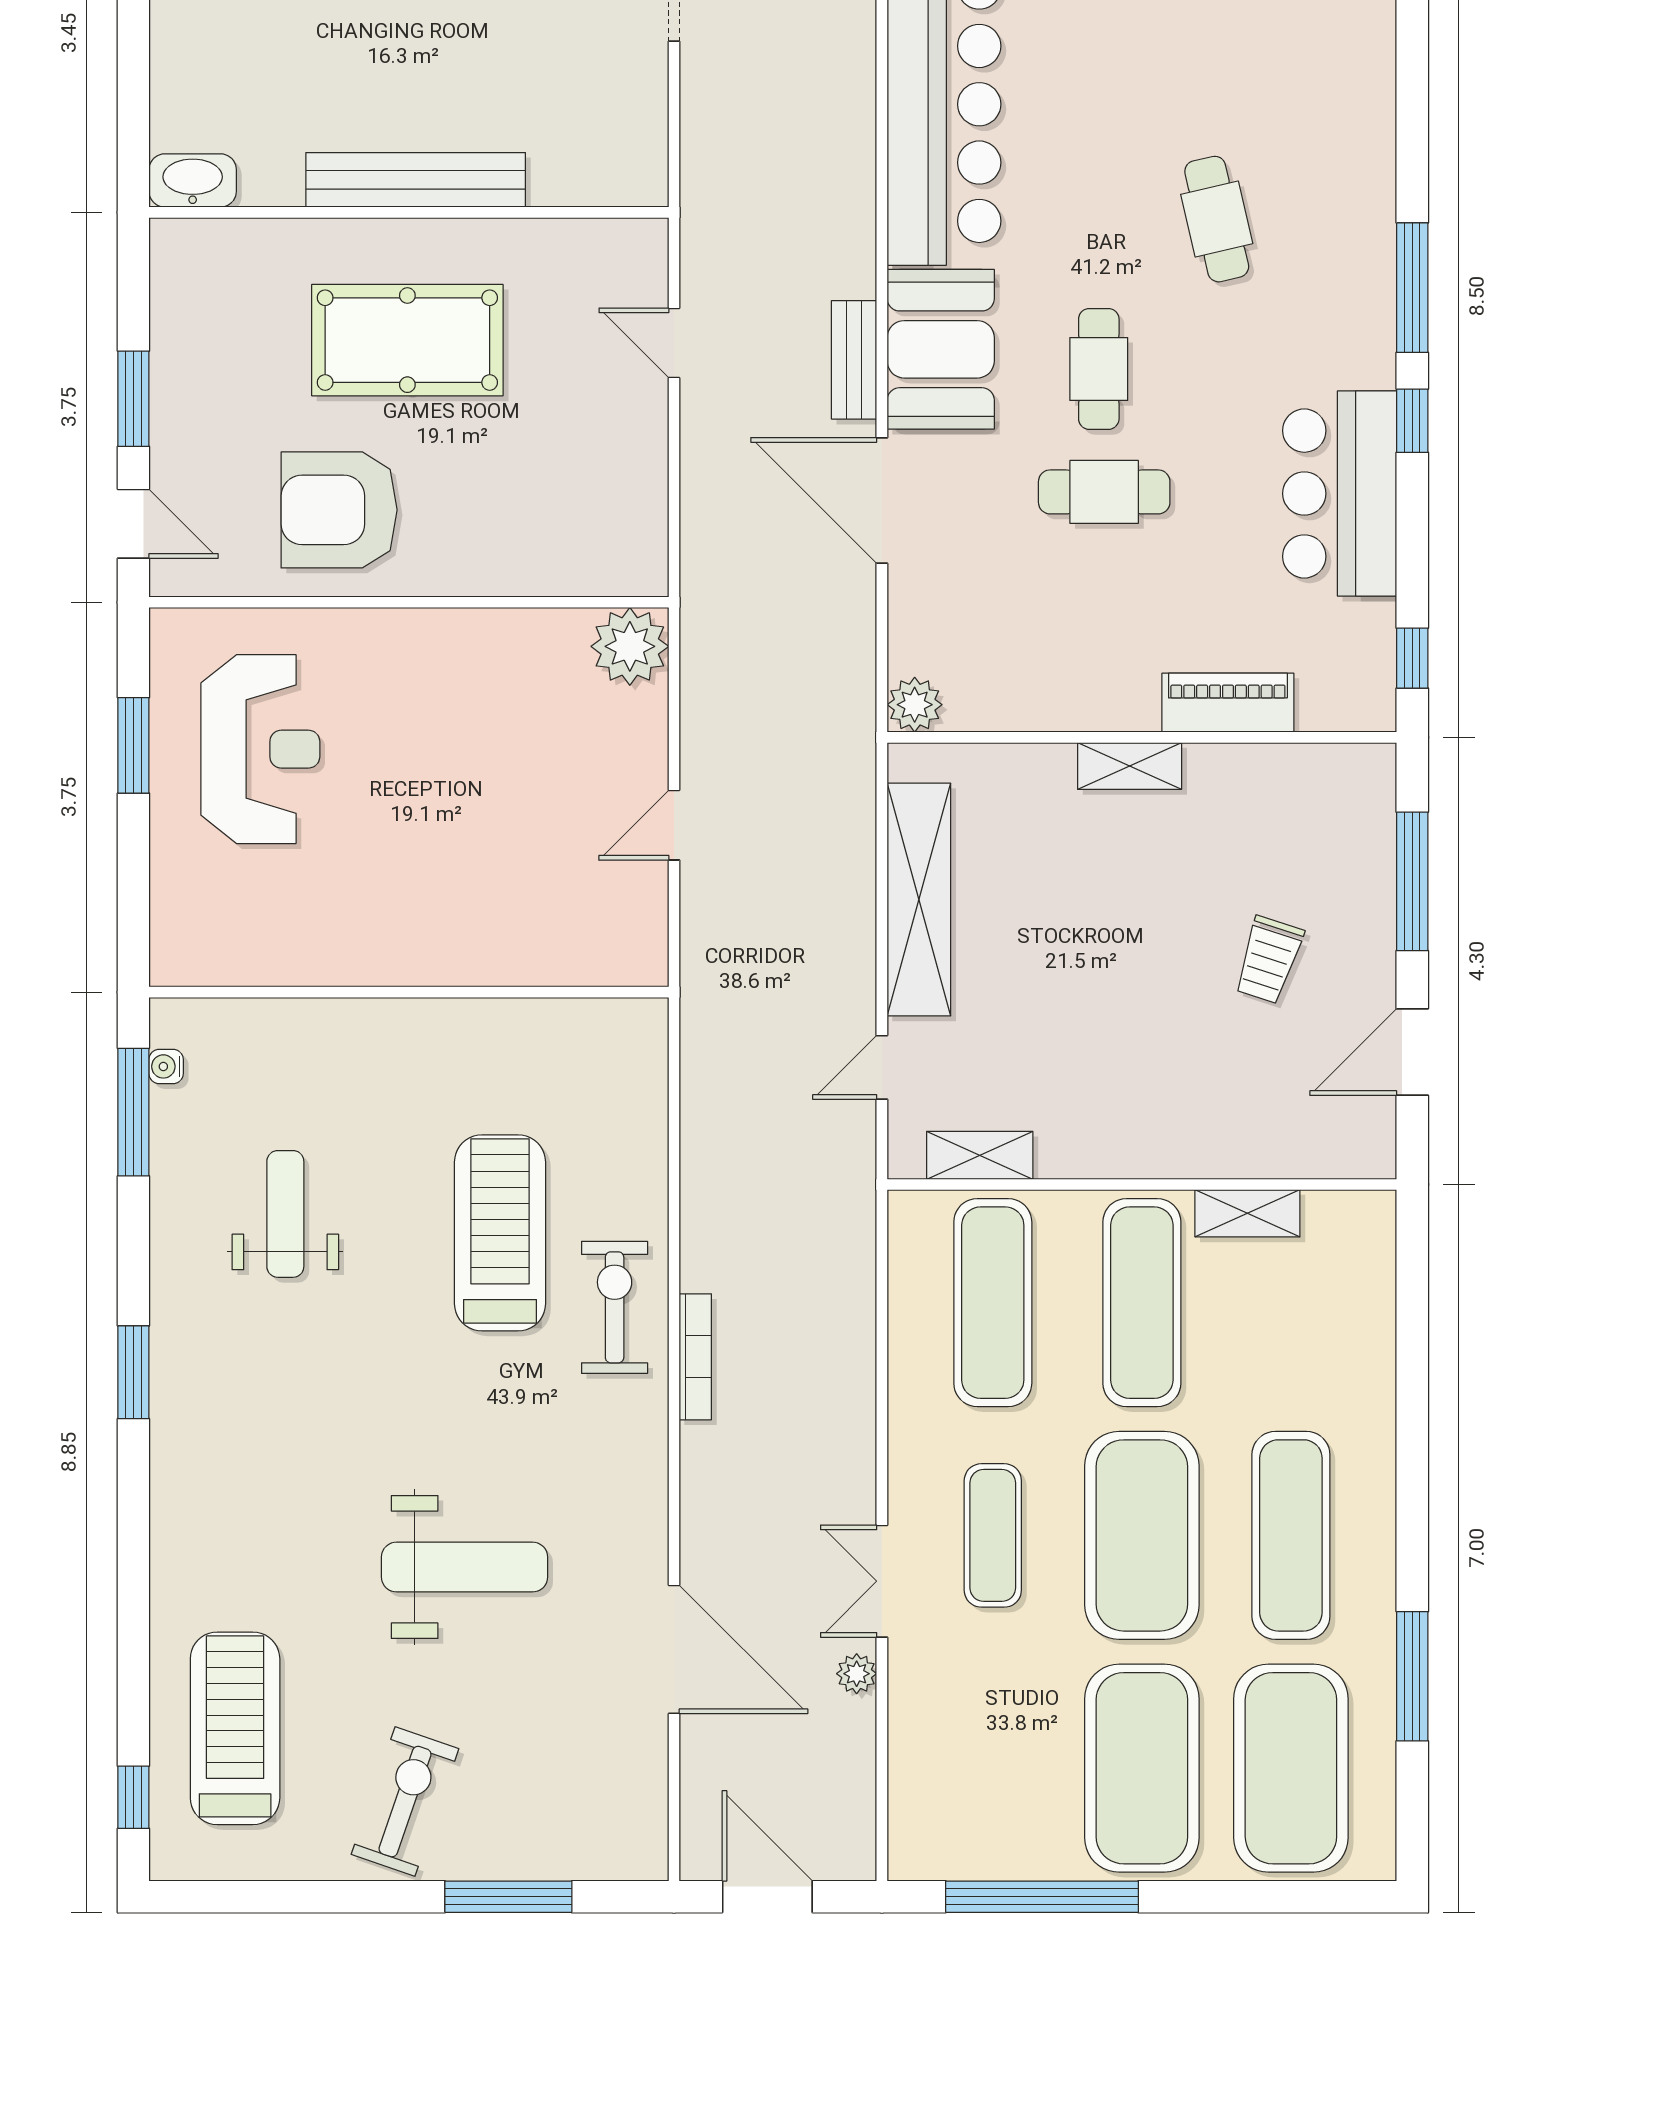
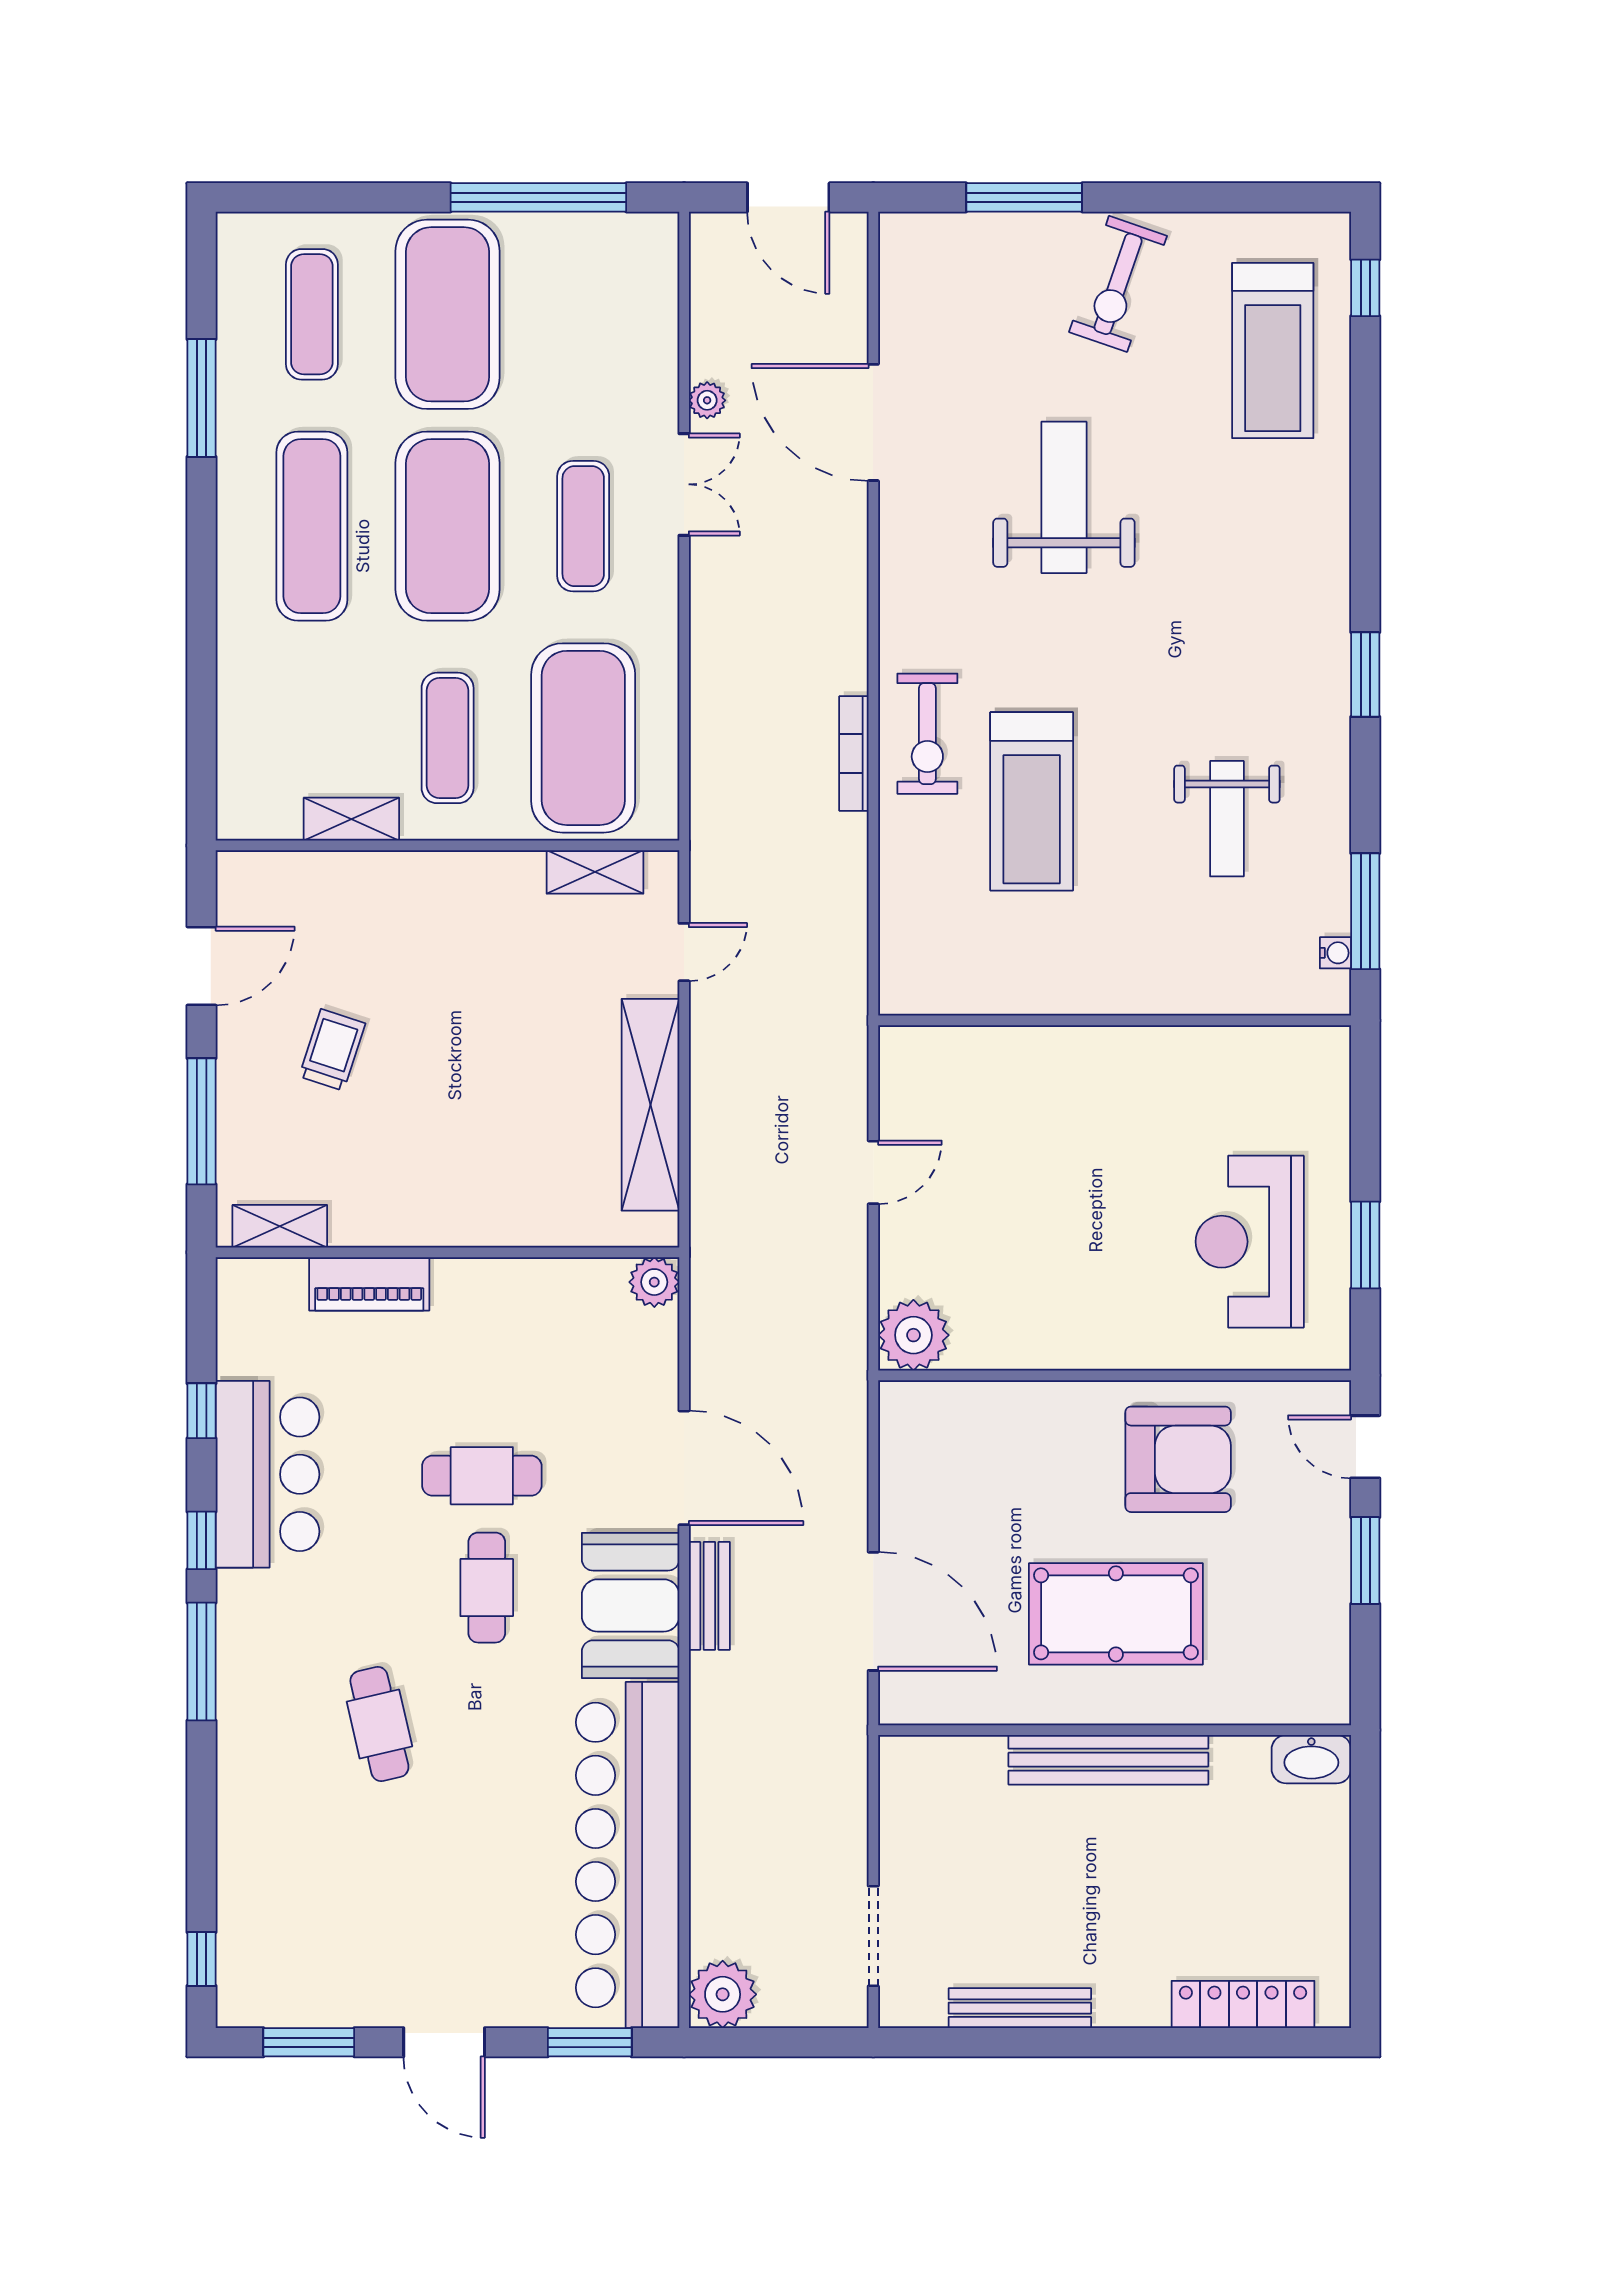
door: (674, 343) -> (873, 1611), width x1.88
window: (1412, 658) -> (202, 1411), moved
shelving: (1130, 766) -> (280, 1226), moved
exercise mat: (993, 1303) -> (583, 738), width x1.47
exercise mat: (1142, 1303) -> (448, 738), width x0.73, depth x0.69
bookcase: (695, 1357) -> (854, 753), moved
weight bench: (465, 1567) -> (1064, 497), turned 90
exercise mat: (1291, 1768) -> (312, 314), width x0.50, depth x0.69

